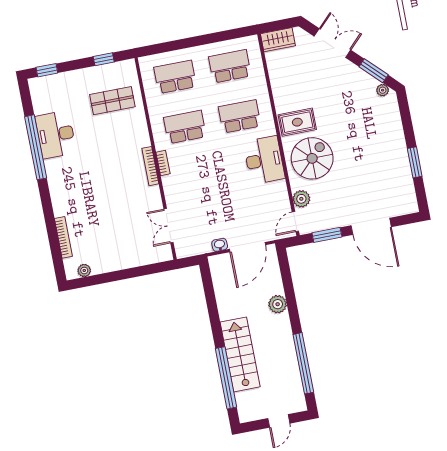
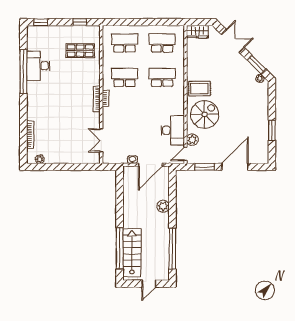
desk: (264, 160) -> (173, 130), moved
door: (371, 226) -> (235, 167), swing flipped
stairs: (240, 354) -> (132, 253), moved

